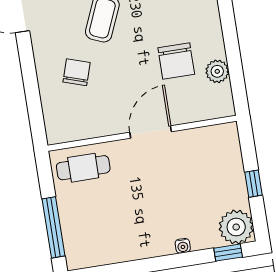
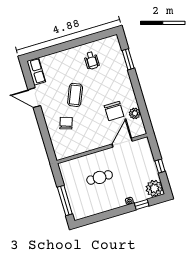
door: (151, 132) -> (122, 143), moved
cafe table: (83, 168) -> (100, 177), moved
window: (228, 253) -> (142, 204), moved

